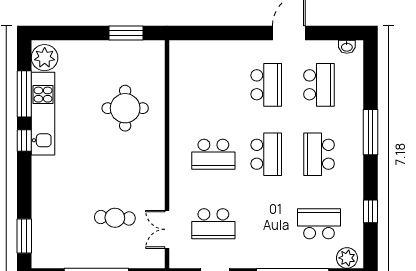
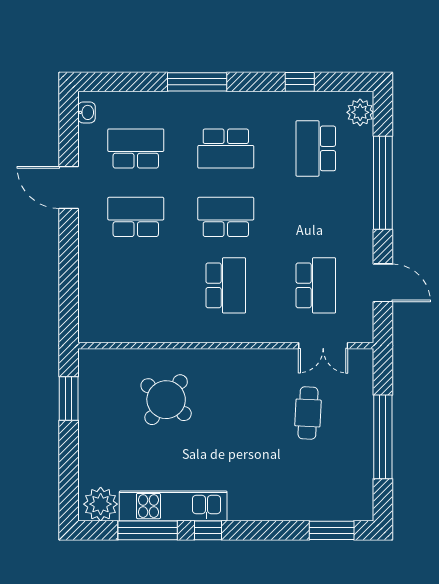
round table: (125, 108) -> (166, 400), turned 38

